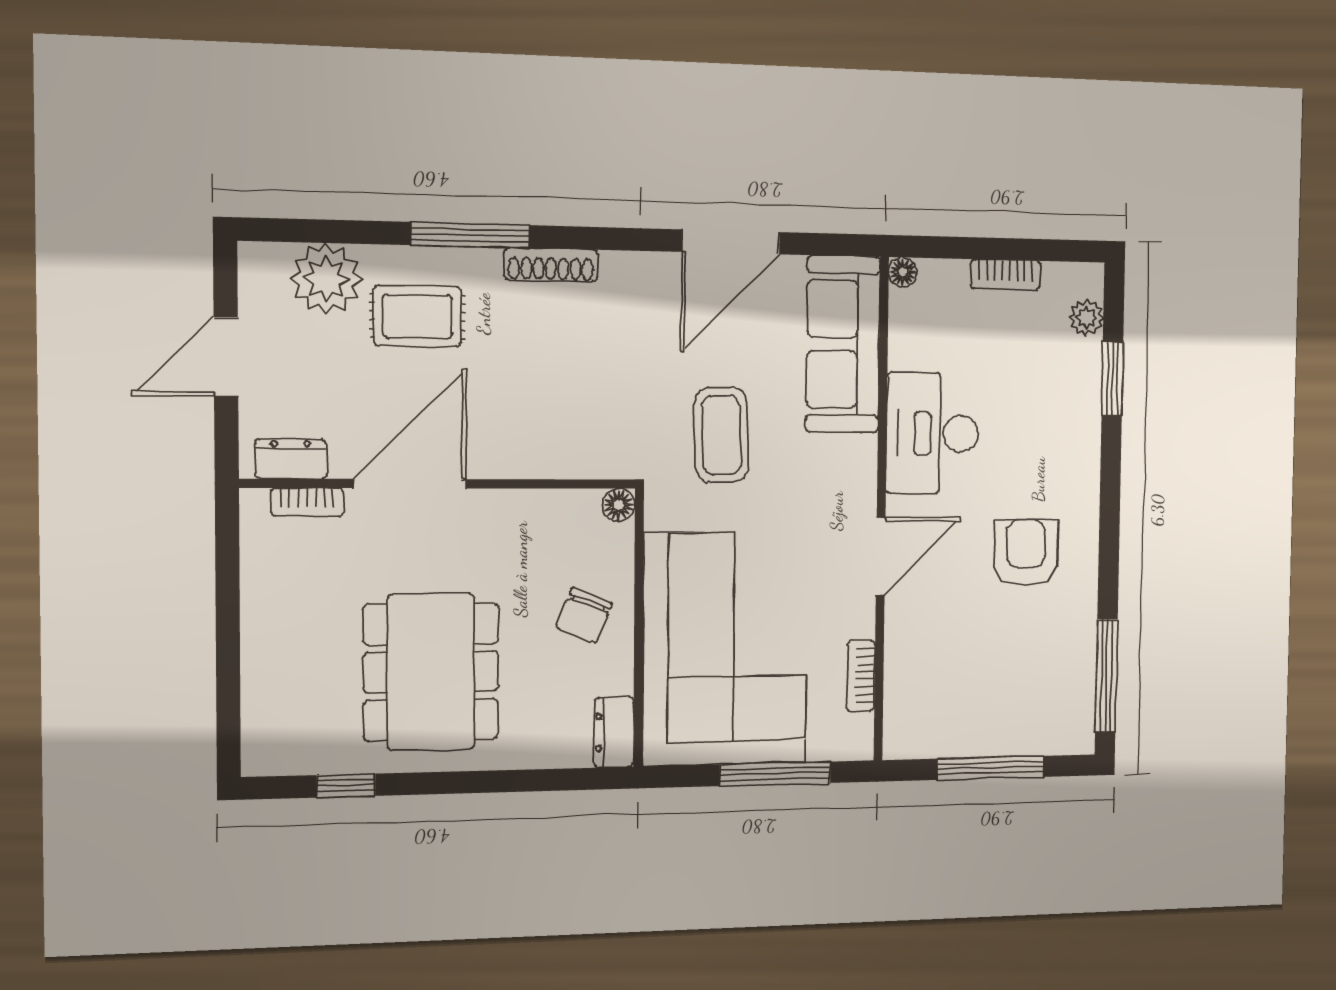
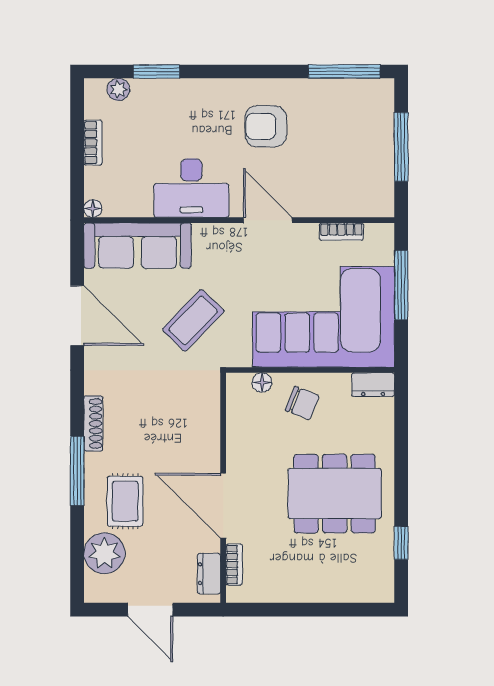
coffee table: (721, 435) -> (193, 320), turned -44
floor lamp: (619, 505) -> (262, 383), moved

